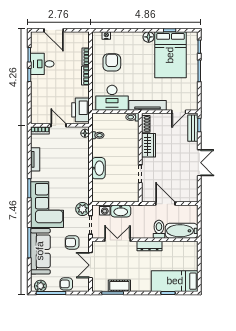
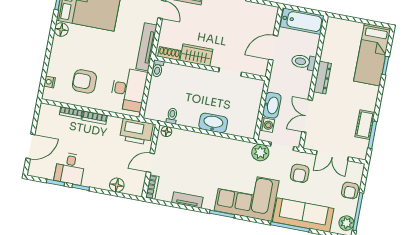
floor lamp: (36, 103) -> (117, 185), added
bathtub: (182, 231) -> (302, 21), moved, turned -90

